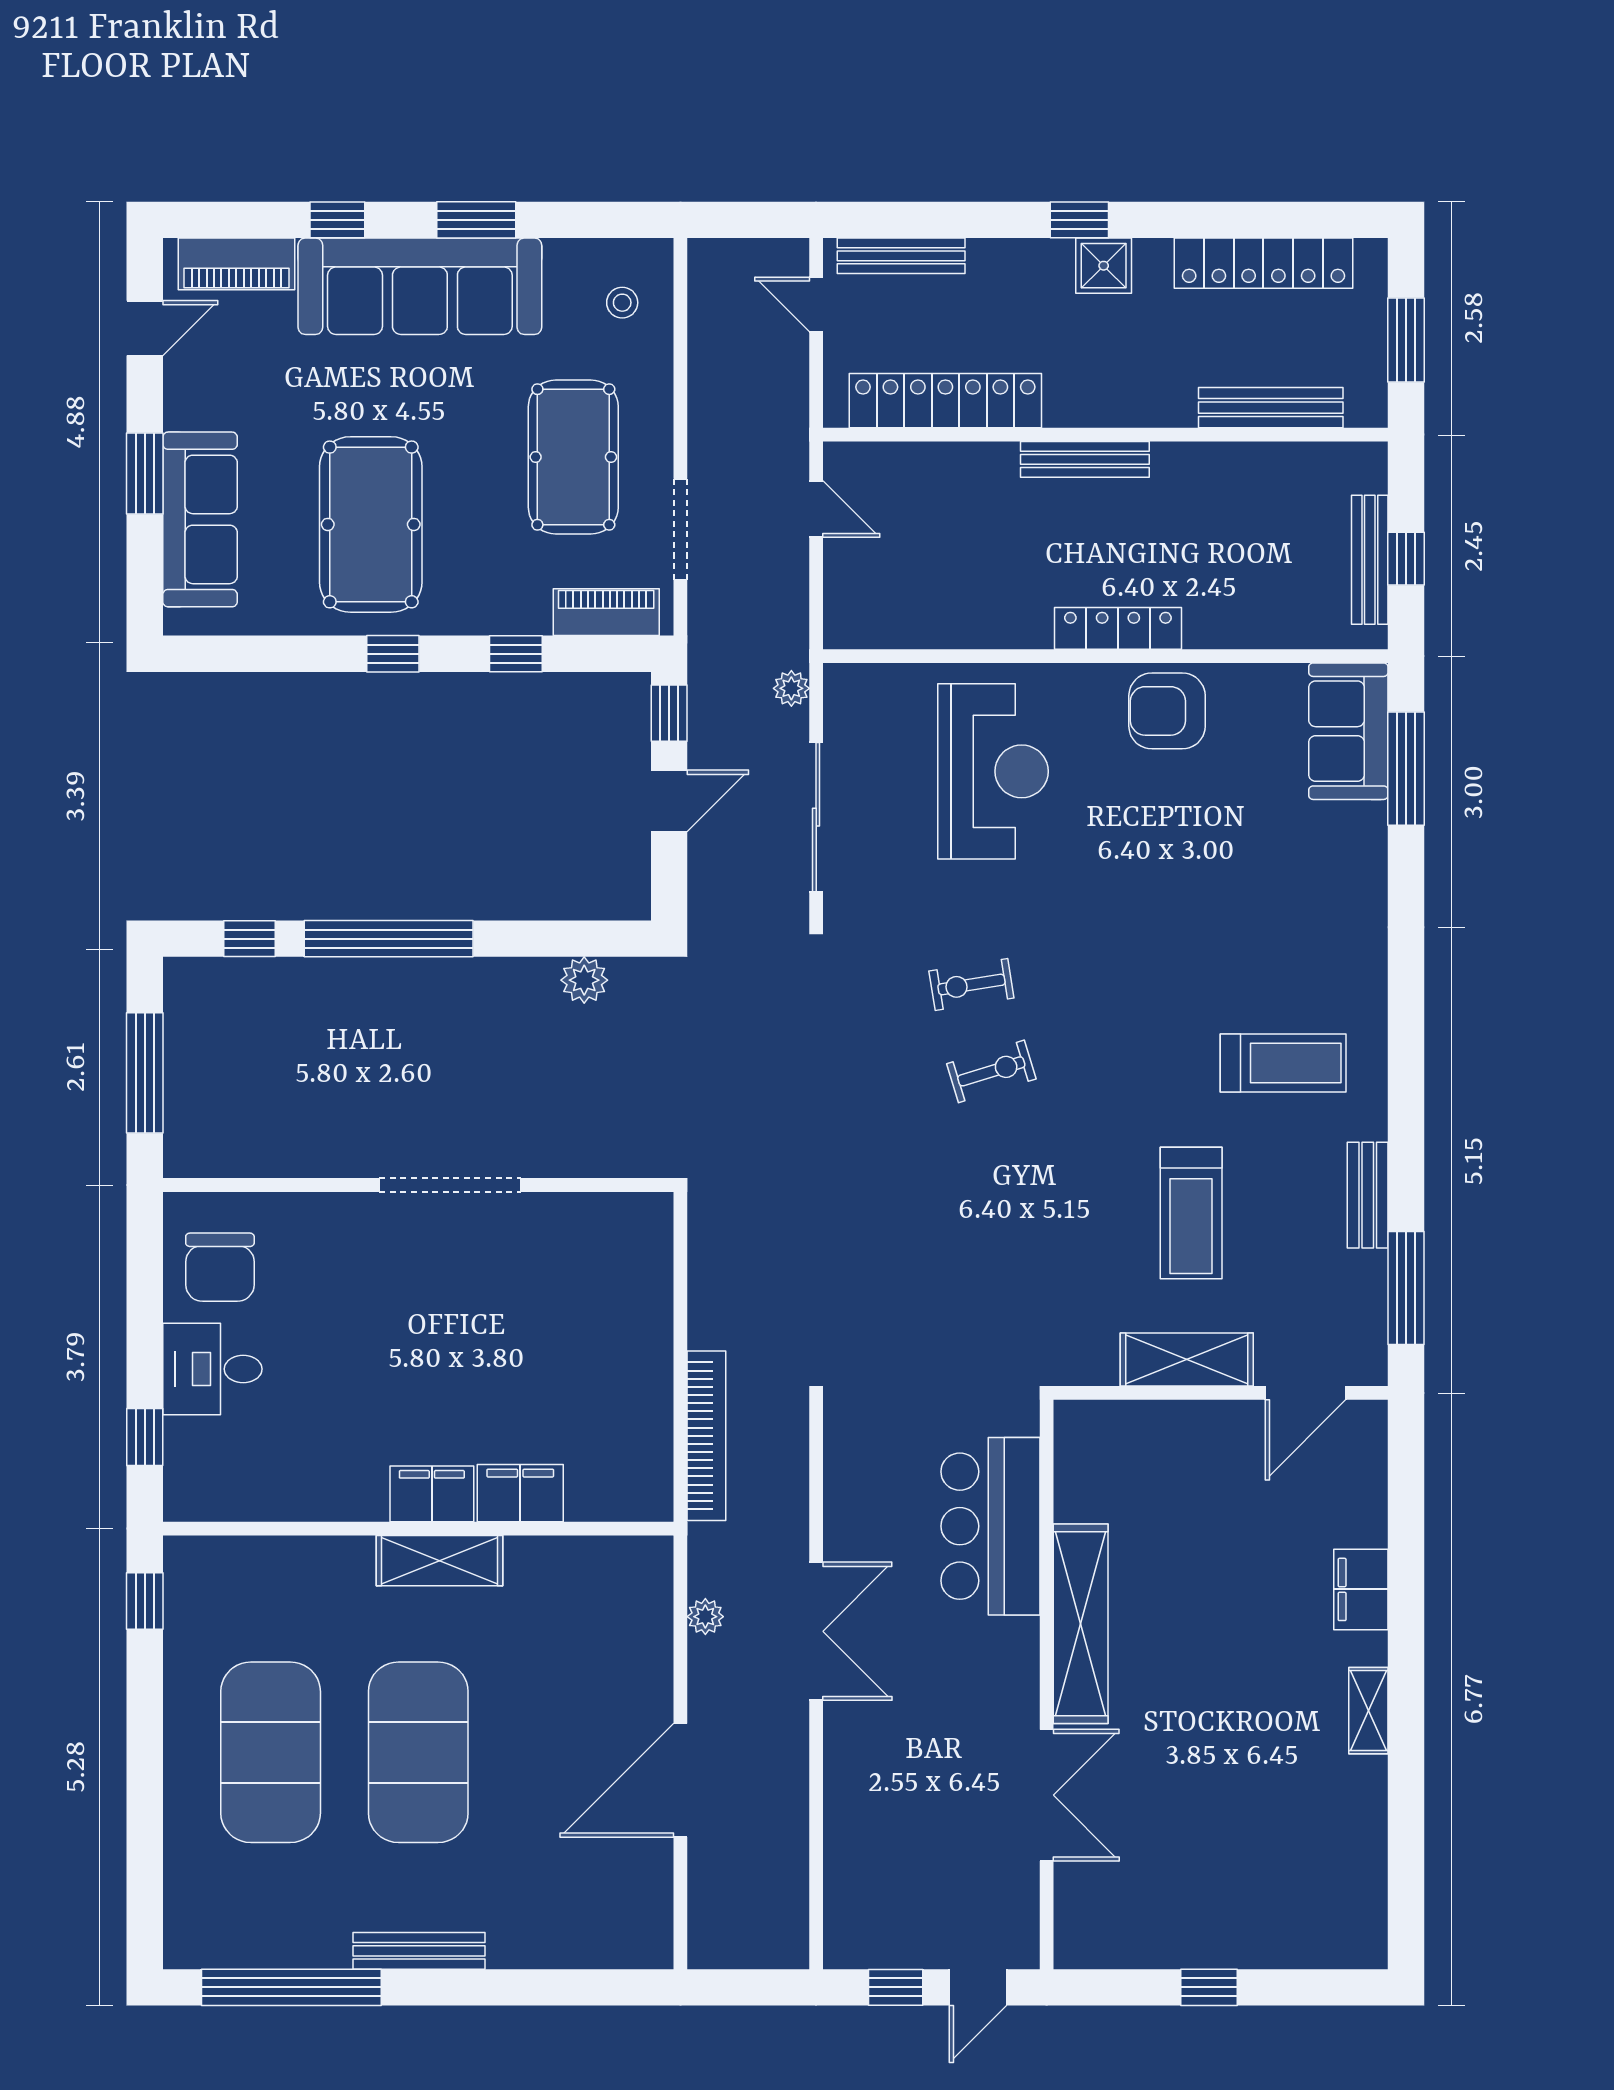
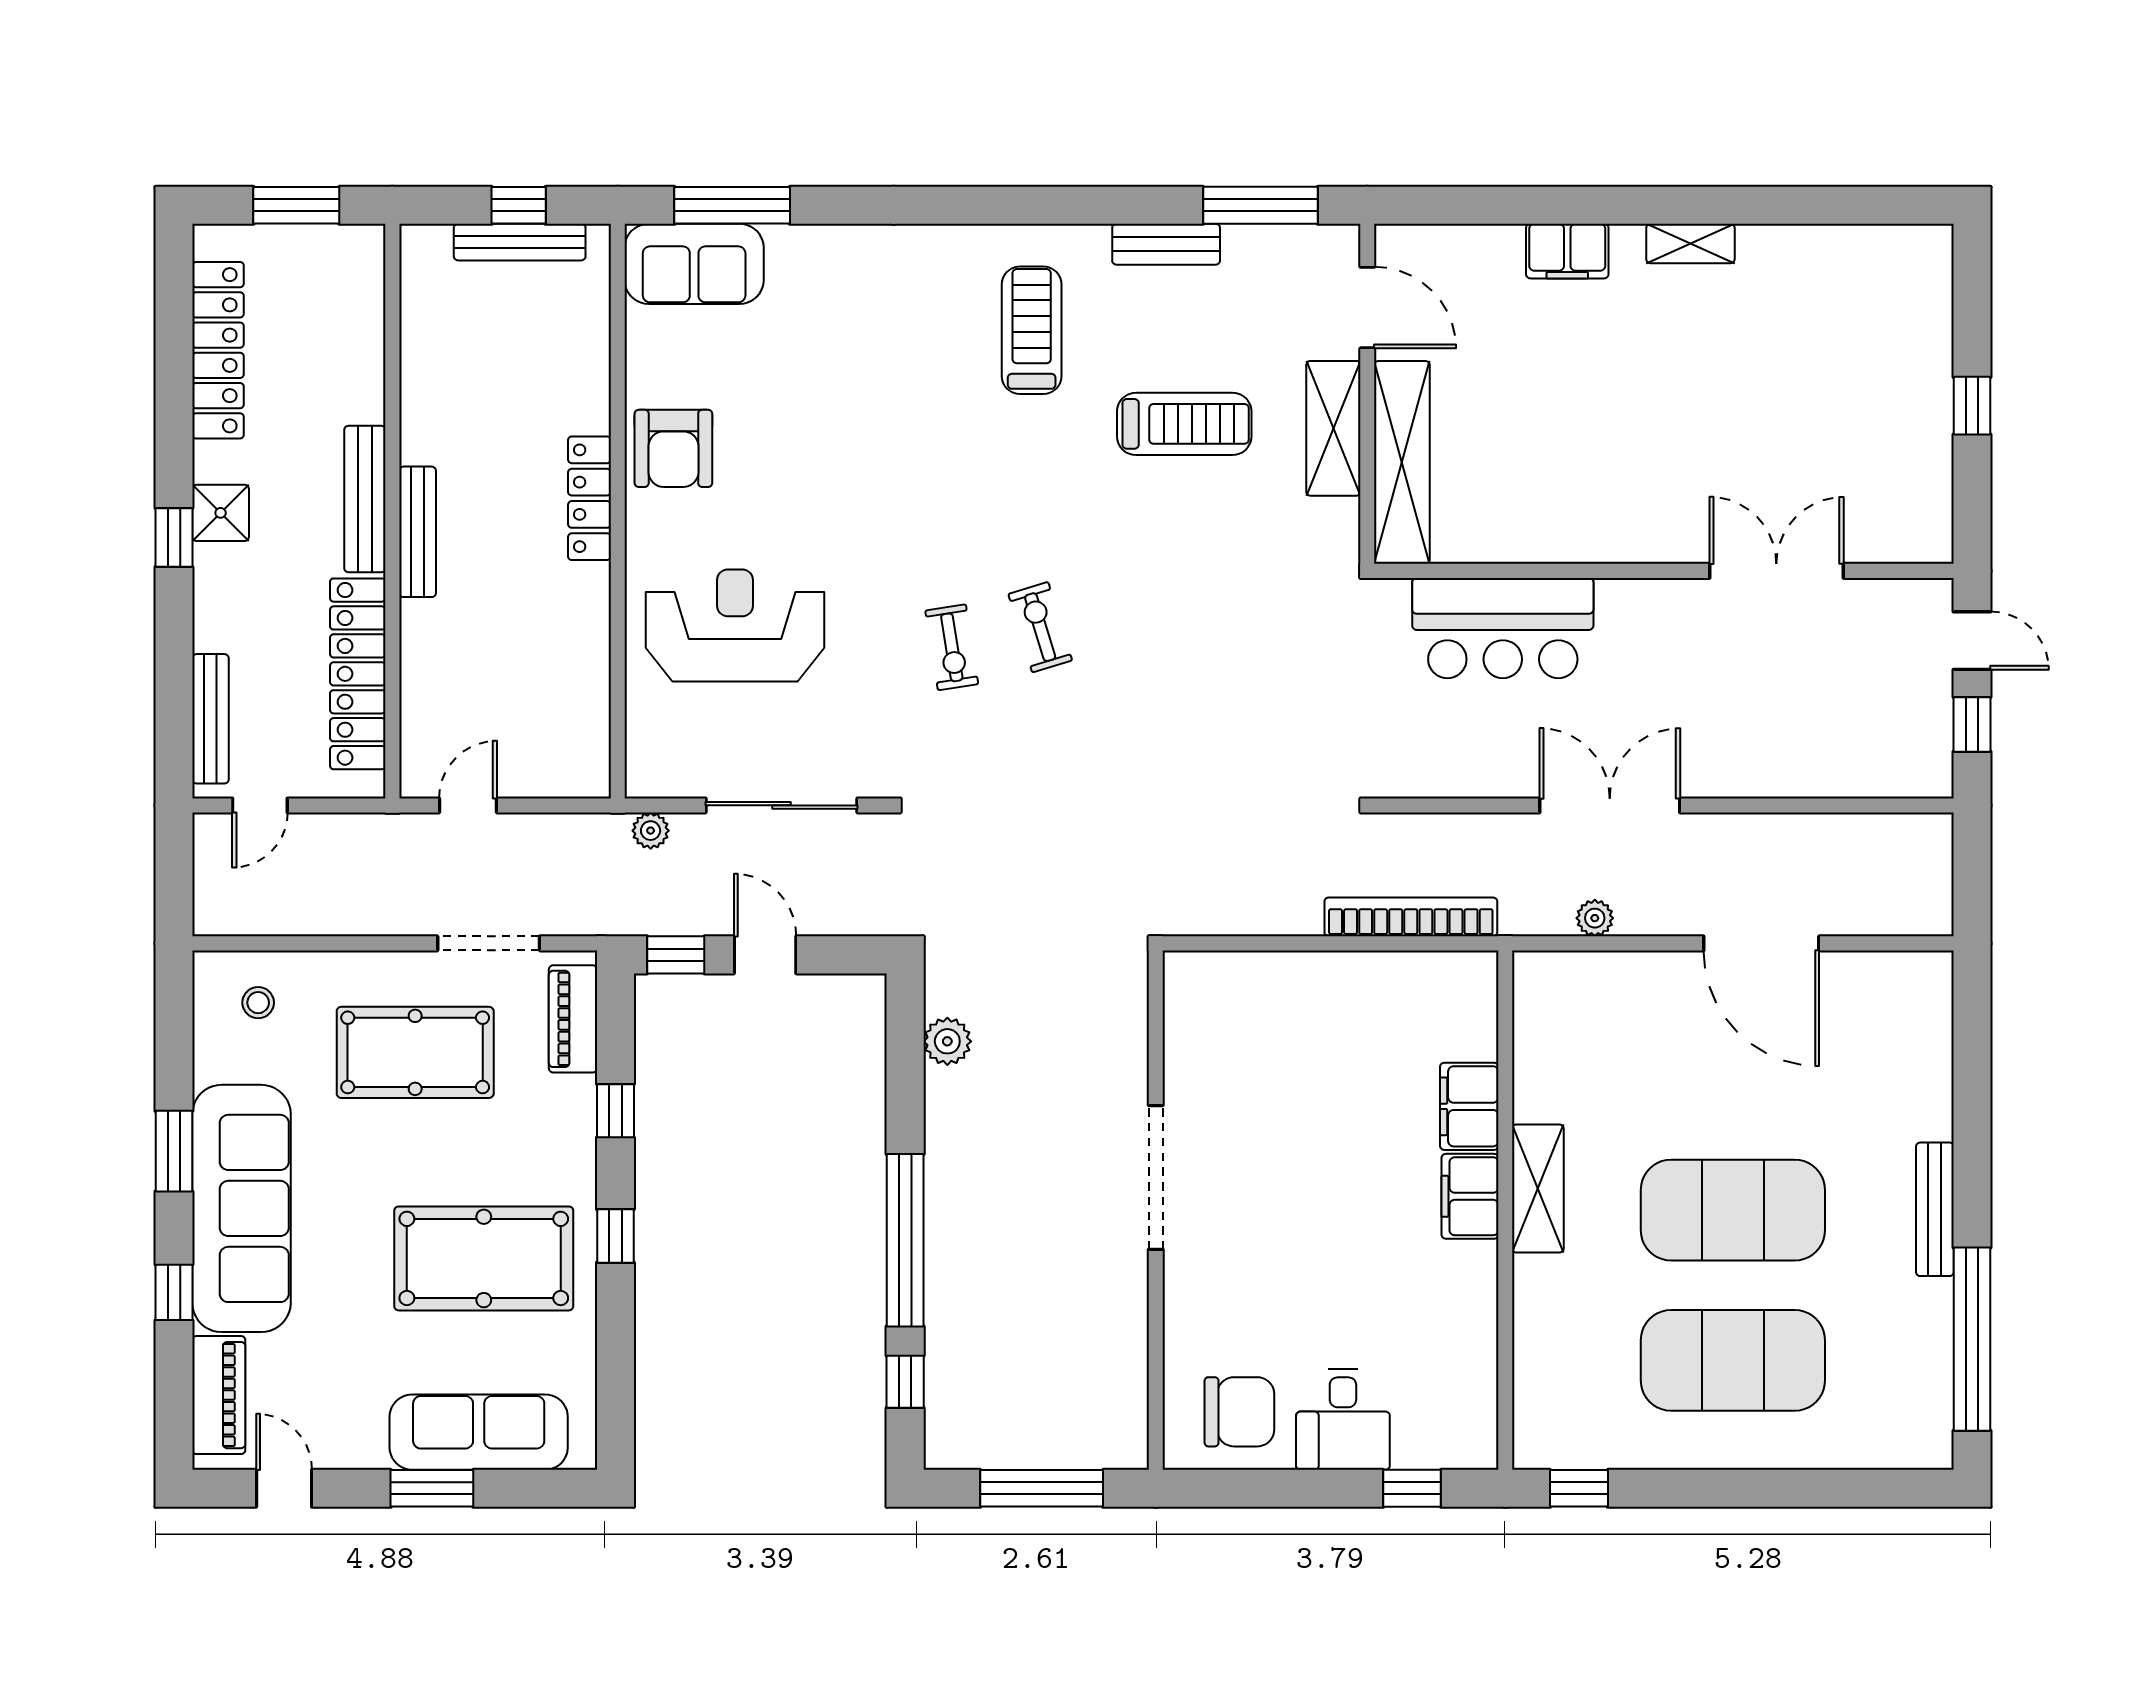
bench: (1271, 408) -> (365, 499), moved
shelving: (1081, 1624) -> (1402, 462), moved, turned 90

